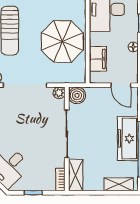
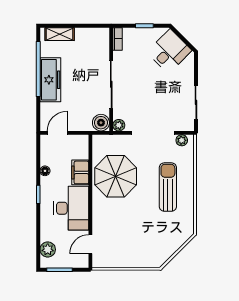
filing cabinet: (98, 59) -> (80, 172), moved
door: (121, 85) -> (57, 133), hinge flipped
shelving: (76, 175) -> (102, 43), removed

